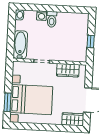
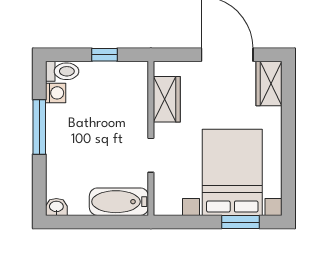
window: (58, 9) -> (39, 127), added
washing machine: (42, 16) -> (56, 93), moved
toilet: (52, 19) -> (62, 71), moved

